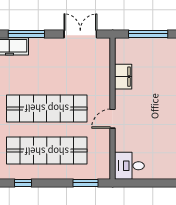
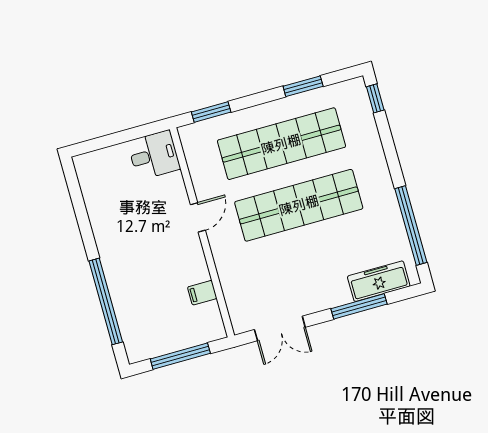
filing cabinet: (123, 77) -> (202, 293), width x0.50
window: (23, 183) -> (303, 86), width x1.50

